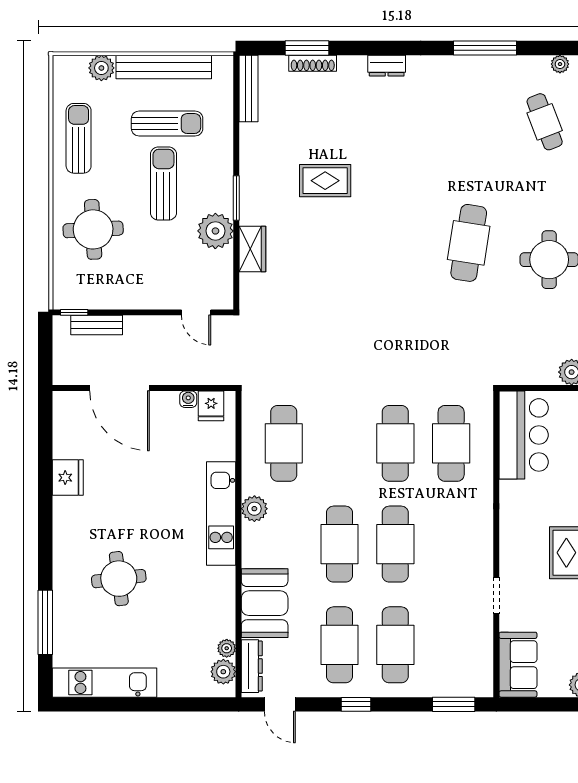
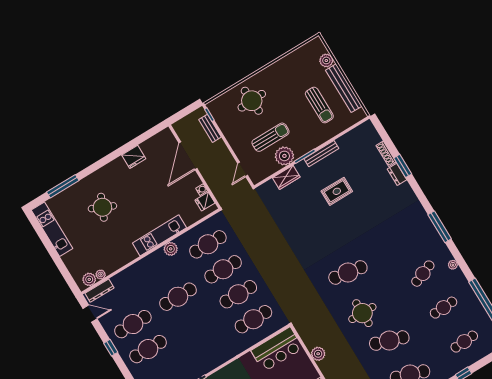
window: (307, 48) -> (403, 166), moved
dresser: (387, 66) -> (397, 174), moved
bench: (248, 89) -> (321, 154), moved
sun lounger: (79, 138) -> (289, 69), removed
rug: (325, 181) -> (337, 191), turned 90
sun lounger: (163, 184) -> (271, 137), moved
cafe table: (395, 544) -> (223, 269), moved
round table: (119, 579) -> (102, 207), turned 31
booth: (265, 603) -> (131, 279), removed
door: (280, 704) -> (90, 314), swing flipped

